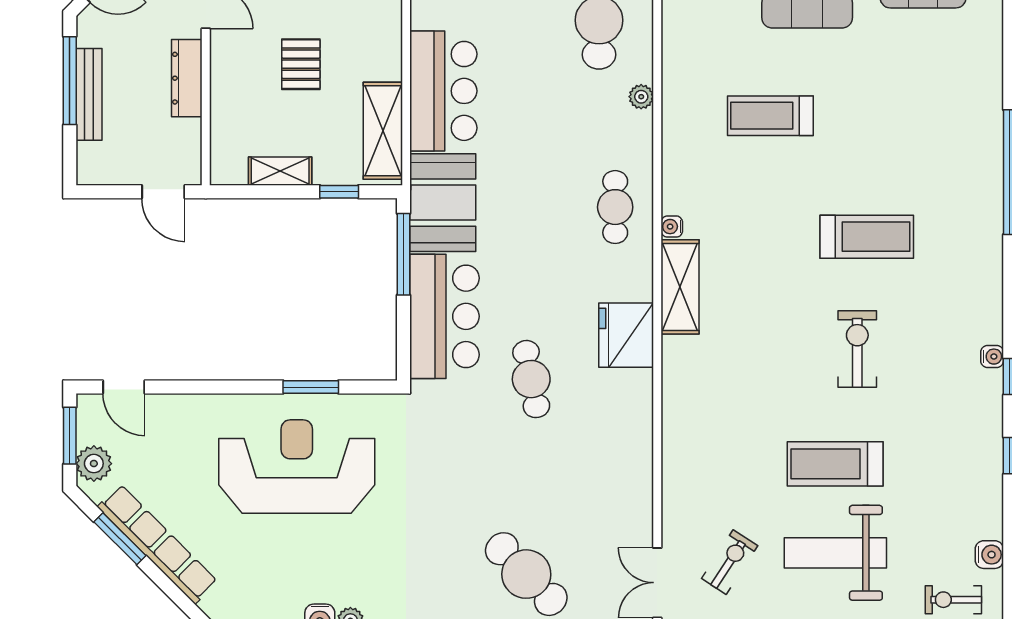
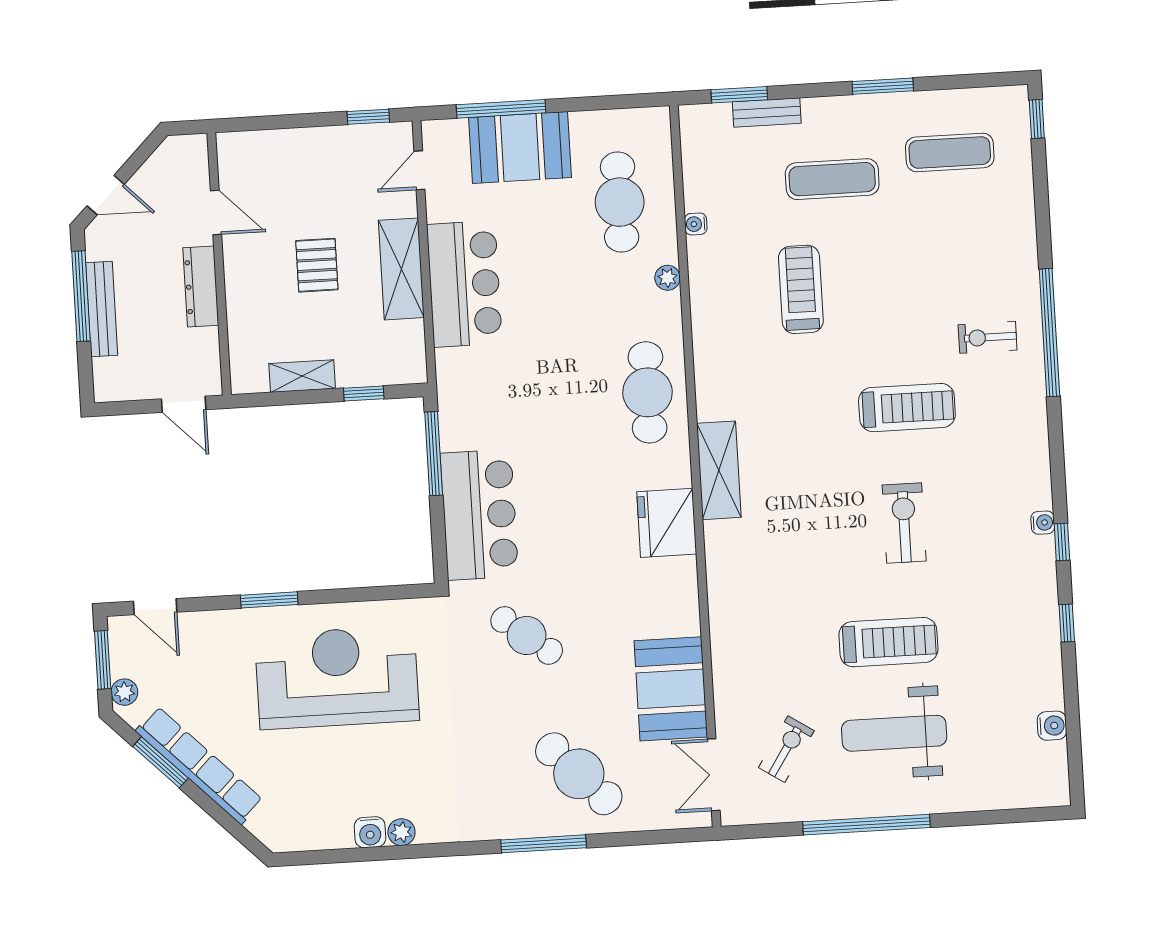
treadmill: (770, 116) -> (801, 289), turned 90
shelving: (383, 131) -> (401, 269), moved
booth: (443, 203) -> (671, 689), moved
cafe table: (615, 207) -> (648, 392), width x1.37, depth x1.35
water cooler: (672, 227) -> (696, 224), moved
cafe table: (531, 379) -> (527, 635), moved, turned -41
window: (311, 387) -> (269, 600), moved
plant: (94, 464) -> (124, 692), width x0.73, depth x0.73
treadmill: (835, 464) -> (888, 642), turned 180
exercise bike: (953, 600) -> (988, 337), moved

